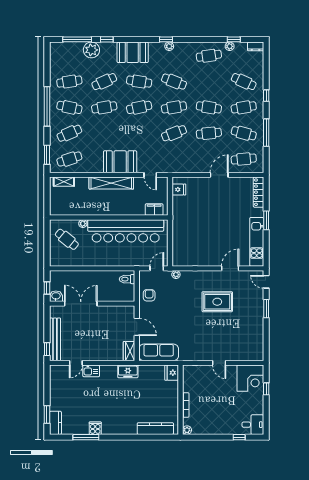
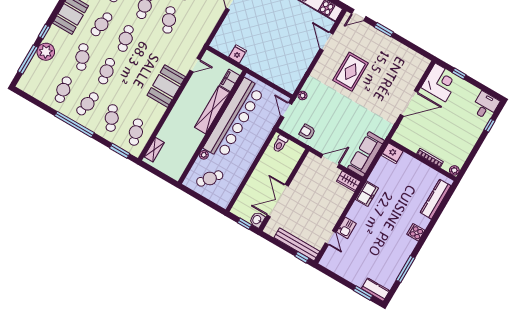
shelving: (111, 183) -> (212, 110), moved
fridge: (179, 190) -> (238, 54), moved
door: (219, 363) -> (409, 103), width x1.88
cooker: (95, 428) -> (416, 232), moved

